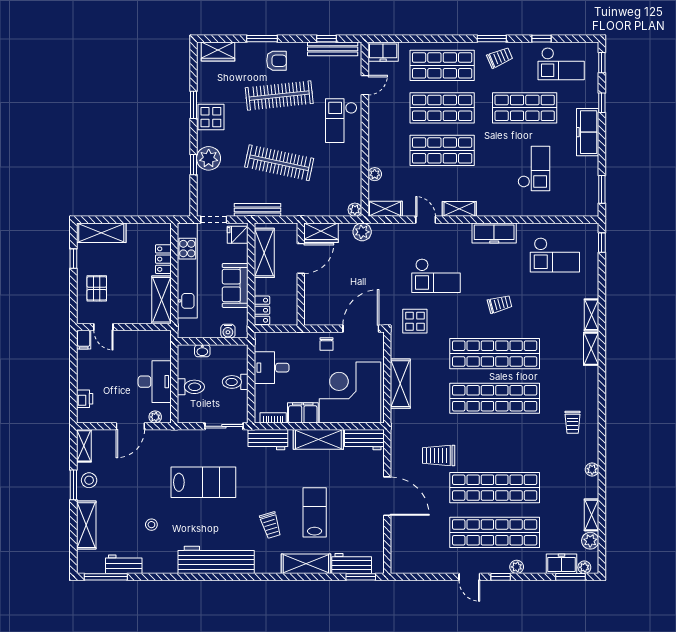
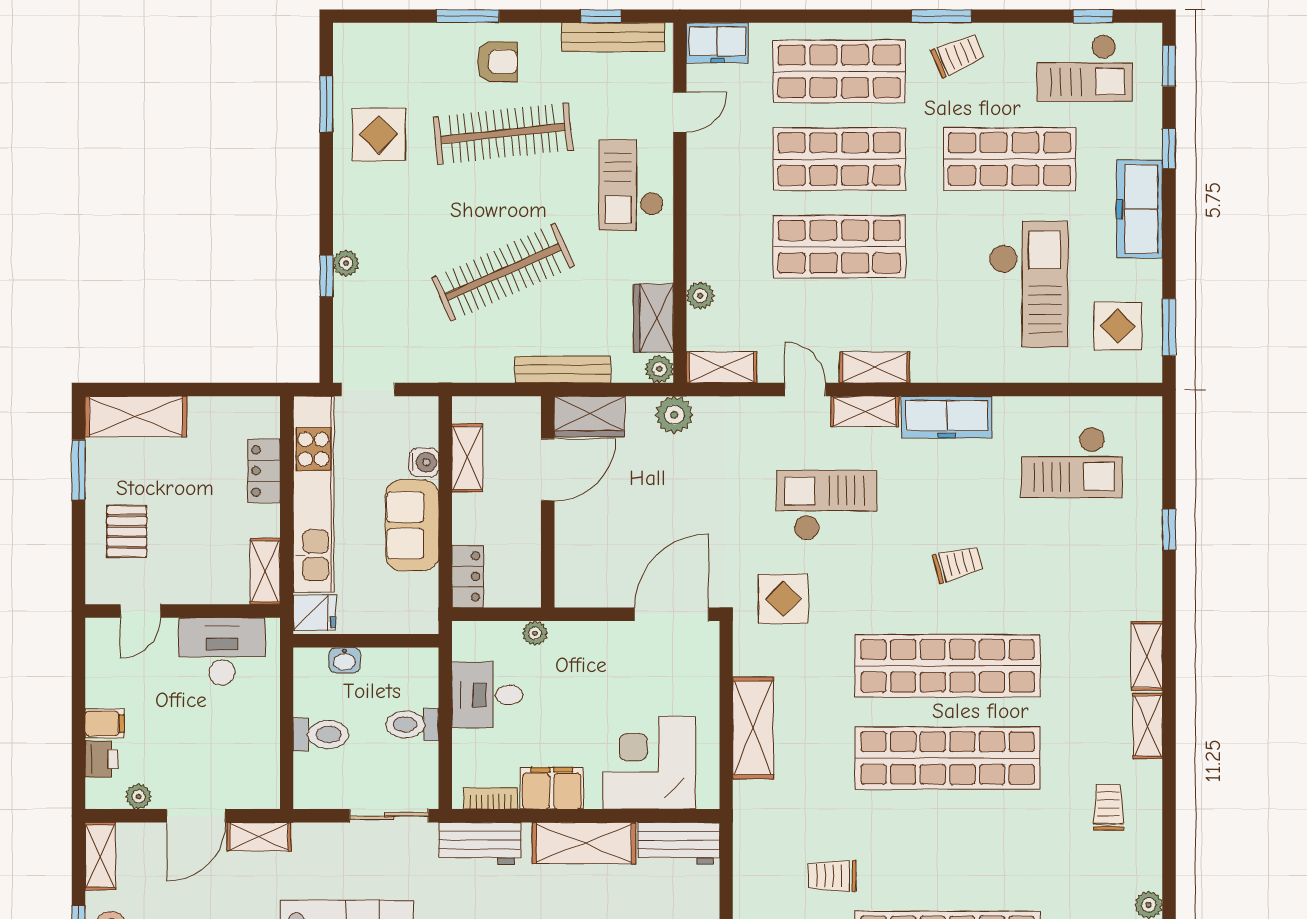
window: (542, 39) -> (1093, 16), moved
wardrobe: (218, 51) -> (653, 318), moved, turned 90
window: (193, 105) -> (326, 104), moved
display table: (211, 117) -> (379, 134), moved
plant: (209, 158) -> (346, 263), width x0.53, depth x0.53
clothes rail: (279, 163) -> (503, 272), turned -36
checkout: (534, 168) -> (1028, 284), width x1.36, depth x1.21
display table: (577, 189) -> (1118, 326), added
bench: (258, 210) -> (563, 370), moved
shelving: (455, 230) -> (865, 411), added
fridge: (238, 235) -> (314, 613), moved, turned 180
window: (602, 243) -> (1169, 529), moved
shelving: (264, 253) -> (467, 458), width x0.67, depth x0.75
window: (73, 259) -> (78, 470), width x1.50
checkout: (436, 276) -> (827, 505), turned 180
shelving: (161, 300) -> (265, 571), width x0.67, depth x0.75
shelving: (592, 315) -> (1148, 726), moved
door: (103, 327) -> (141, 611), hinge flipped
water cooler: (228, 331) -> (424, 462), moved, turned -90
plant: (295, 338) -> (535, 633), added
filing cabinet: (84, 340) -> (105, 724), moved, turned -90
chair: (327, 344) -> (601, 646), removed
desk: (155, 382) -> (222, 651), moved, turned -90
corner desk: (350, 392) -> (649, 763), width x0.74, depth x0.74
plant: (155, 417) -> (138, 797), moved
trolley: (573, 422) -> (1108, 807), turned 180
shelving: (161, 436) -> (259, 837), added
trolley: (439, 455) -> (832, 876), width x0.73, depth x0.72

